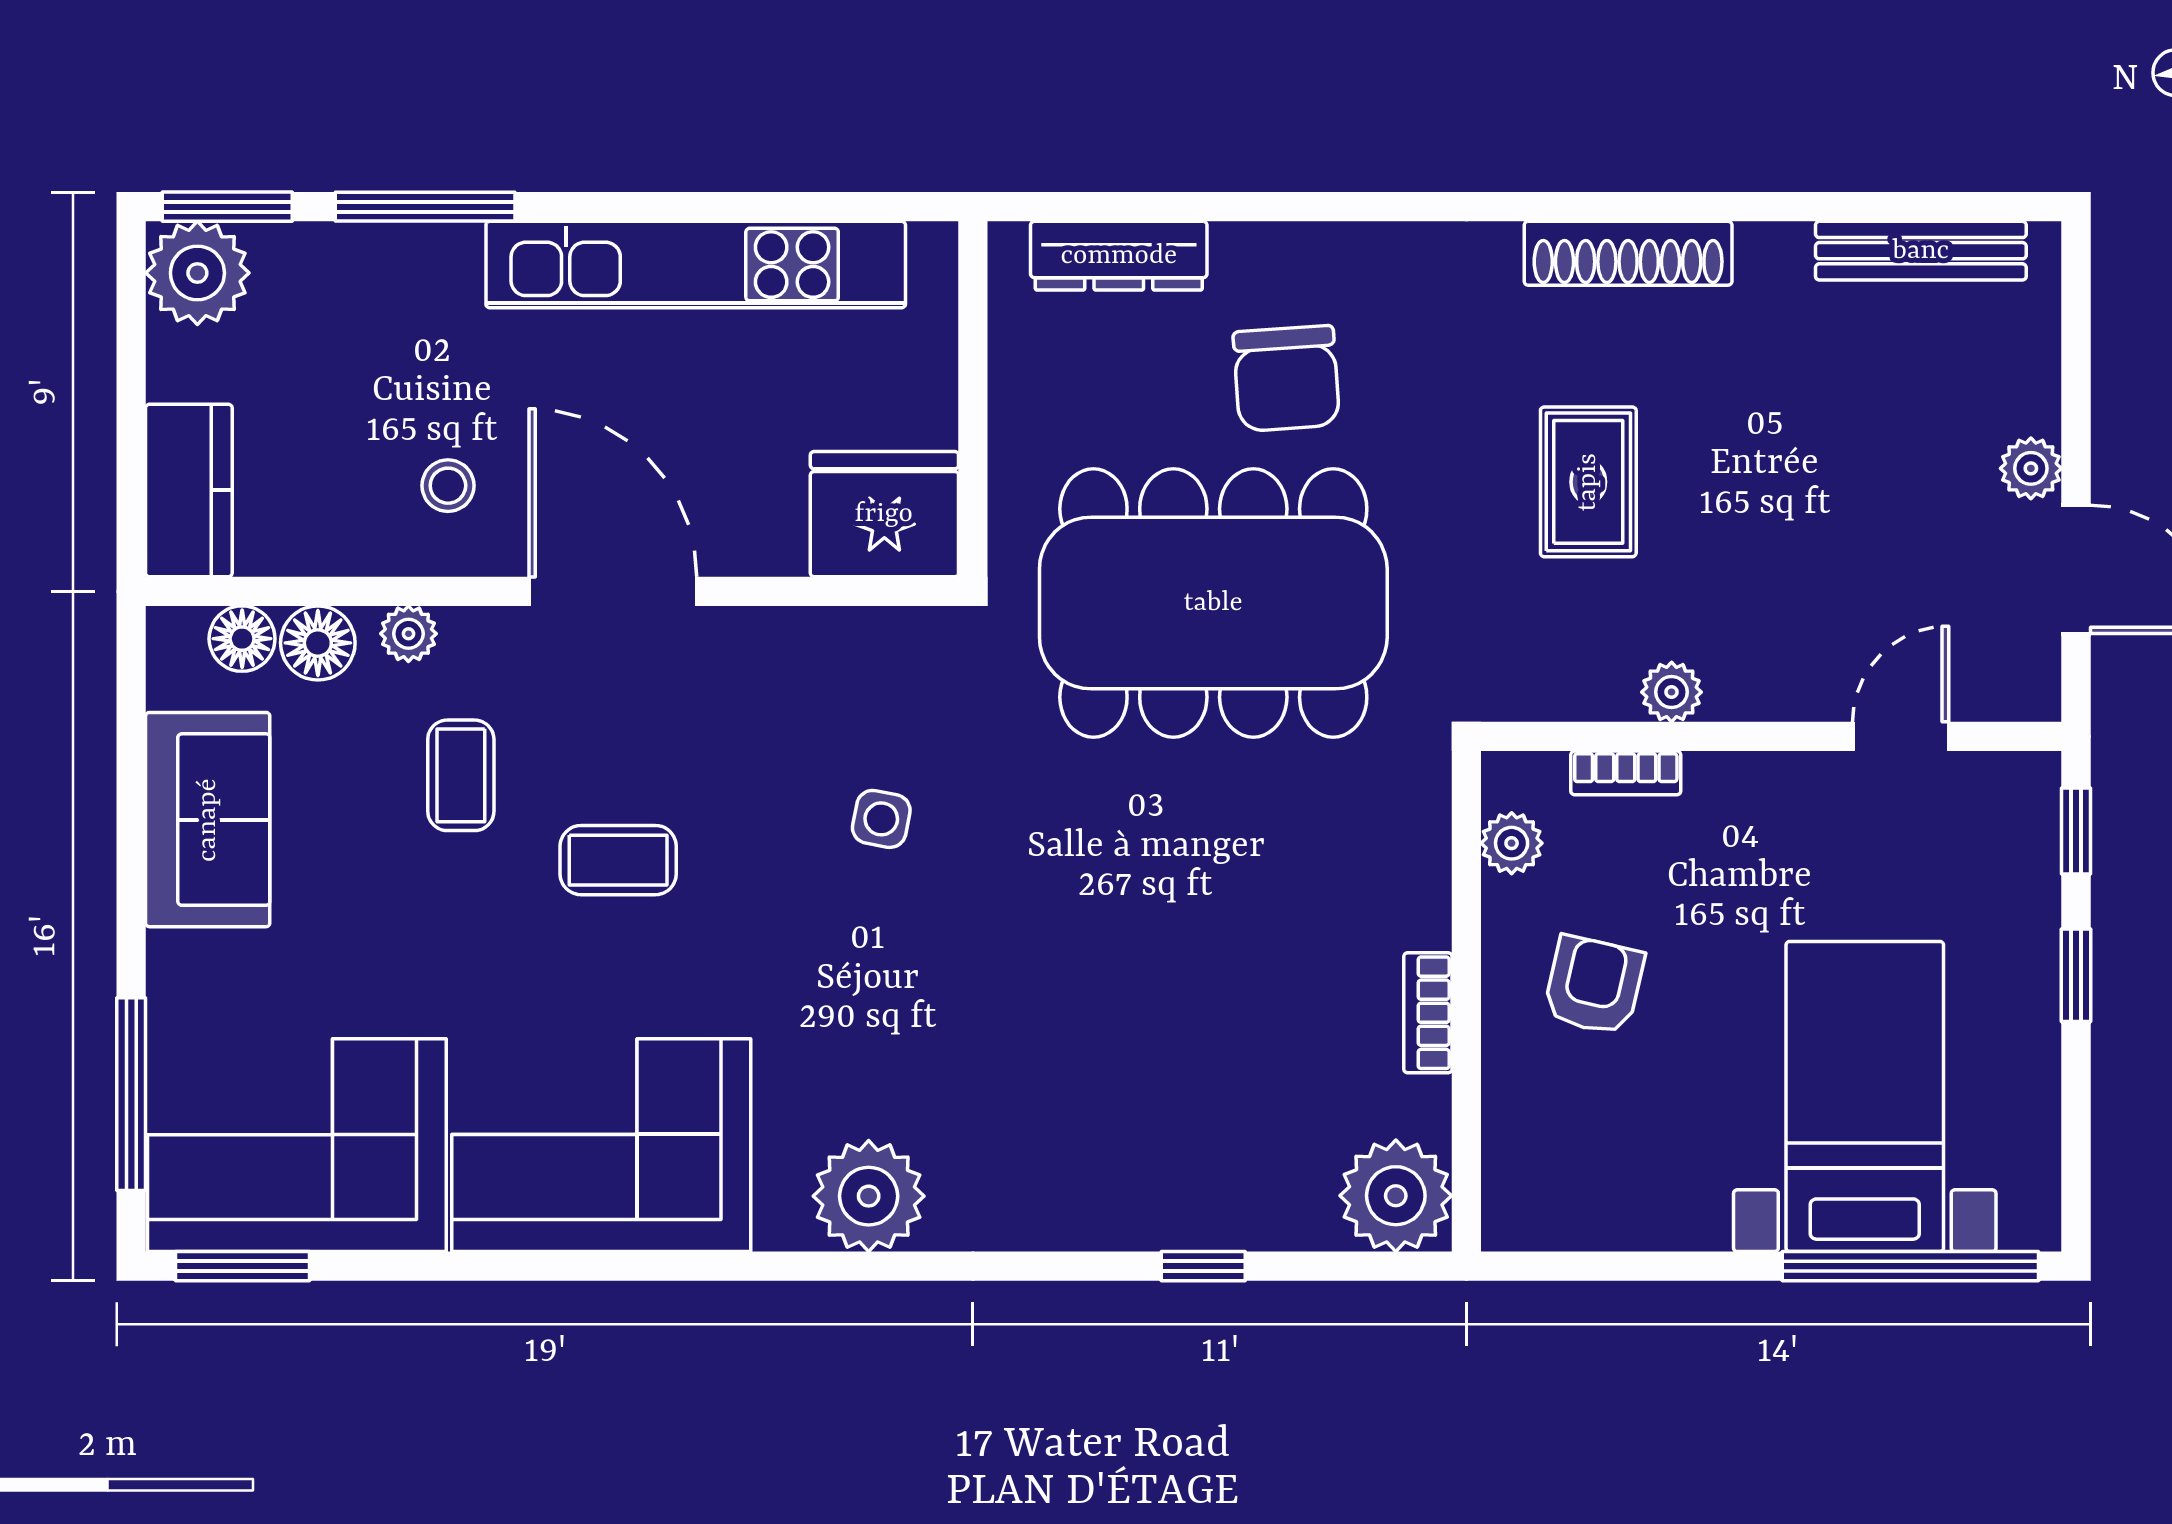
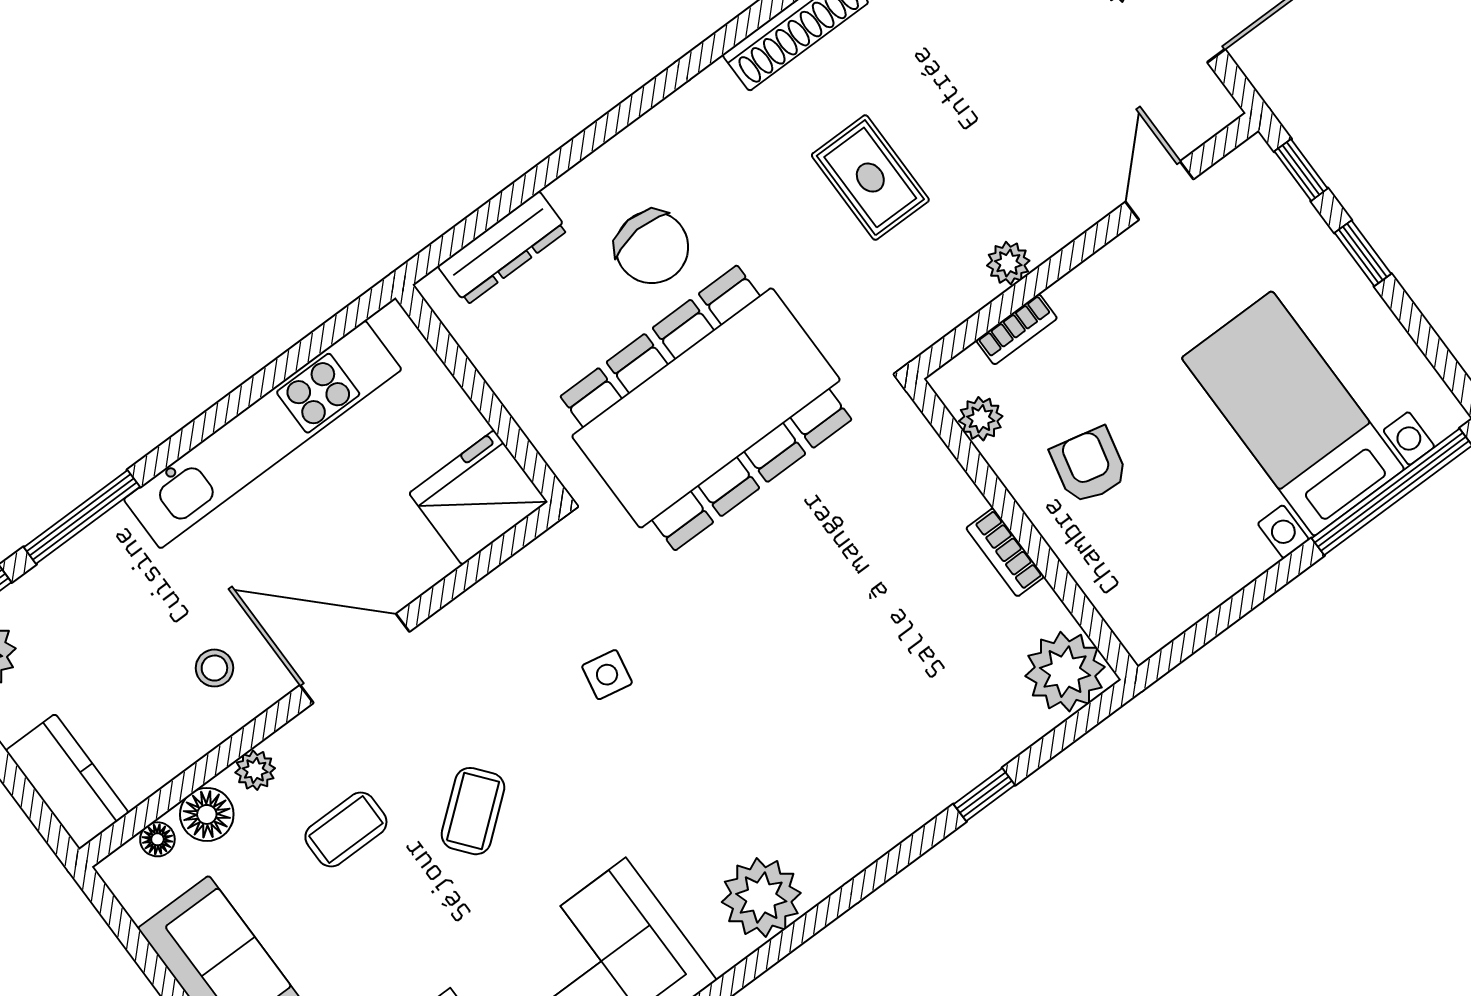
floor lamp: (242, 639) -> (157, 839), width x0.73, depth x0.73
coffee table: (461, 775) -> (346, 830), turned 90
coffee table: (618, 860) -> (473, 811), turned -39

